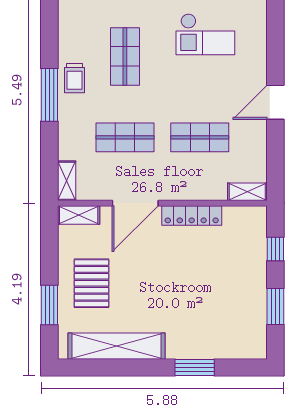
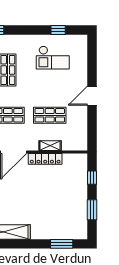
shelving: (247, 192) -> (50, 146), moved
window: (195, 368) -> (62, 244), moved

